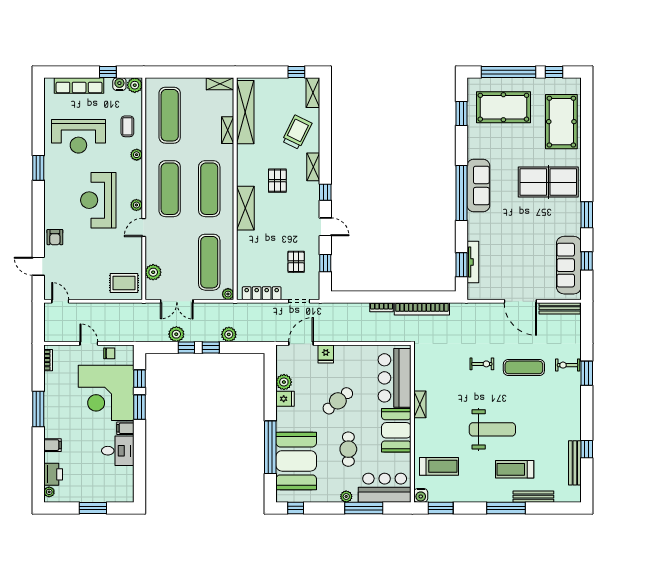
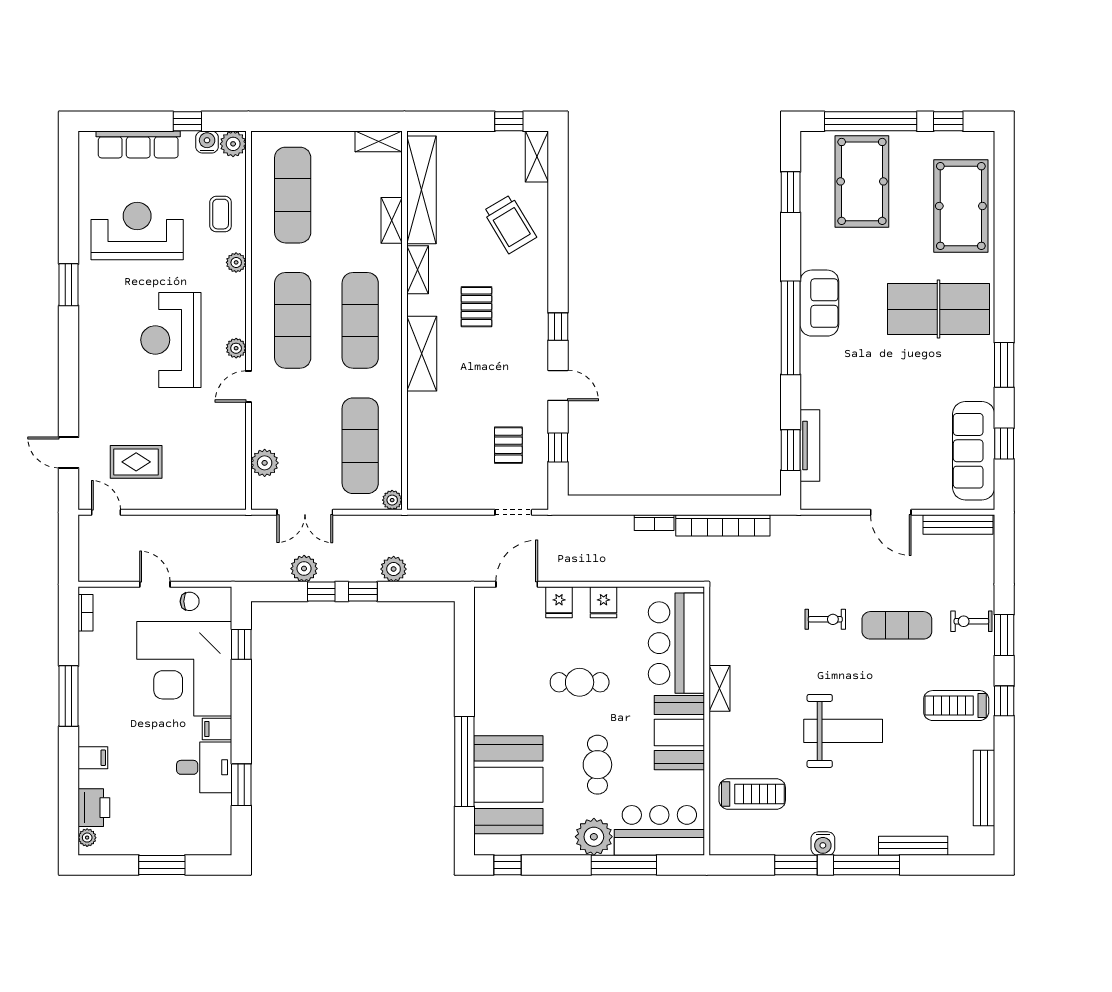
pool table: (503, 107) -> (862, 181), turned 90
trolley: (297, 132) -> (510, 224), turned 123
reception desk: (78, 136) -> (137, 231), turned 180
shelving: (313, 167) -> (418, 270), moved
sofa: (478, 186) -> (819, 303), width x0.73
armchair: (55, 237) -> (97, 403), removed
rug: (124, 283) -> (136, 462), moved
locker: (262, 293) -> (450, 499), removed
door: (520, 301) -> (891, 512), width x0.73
plant: (284, 382) -> (487, 650), removed
fridge: (285, 399) -> (604, 602), moved, turned 90
cafe table: (338, 401) -> (580, 682), turned 40
window: (140, 407) -> (241, 785), moved
window: (587, 449) -> (1004, 701), moved
treadmill: (515, 469) -> (956, 706), moved
water cooler: (421, 495) -> (823, 844), moved
plant: (346, 496) -> (594, 837), width x1.88, depth x1.88
window: (441, 508) -> (796, 865), moved

